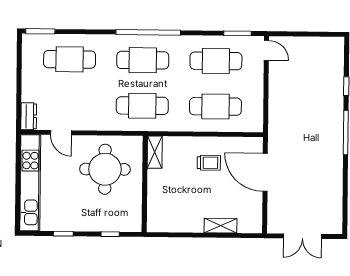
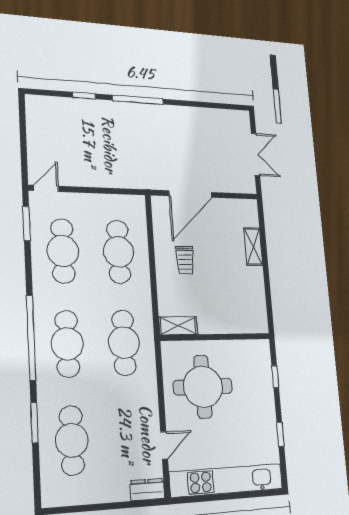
window: (40, 31) -> (35, 423), moved
trolley: (209, 163) -> (185, 260), turned 180

